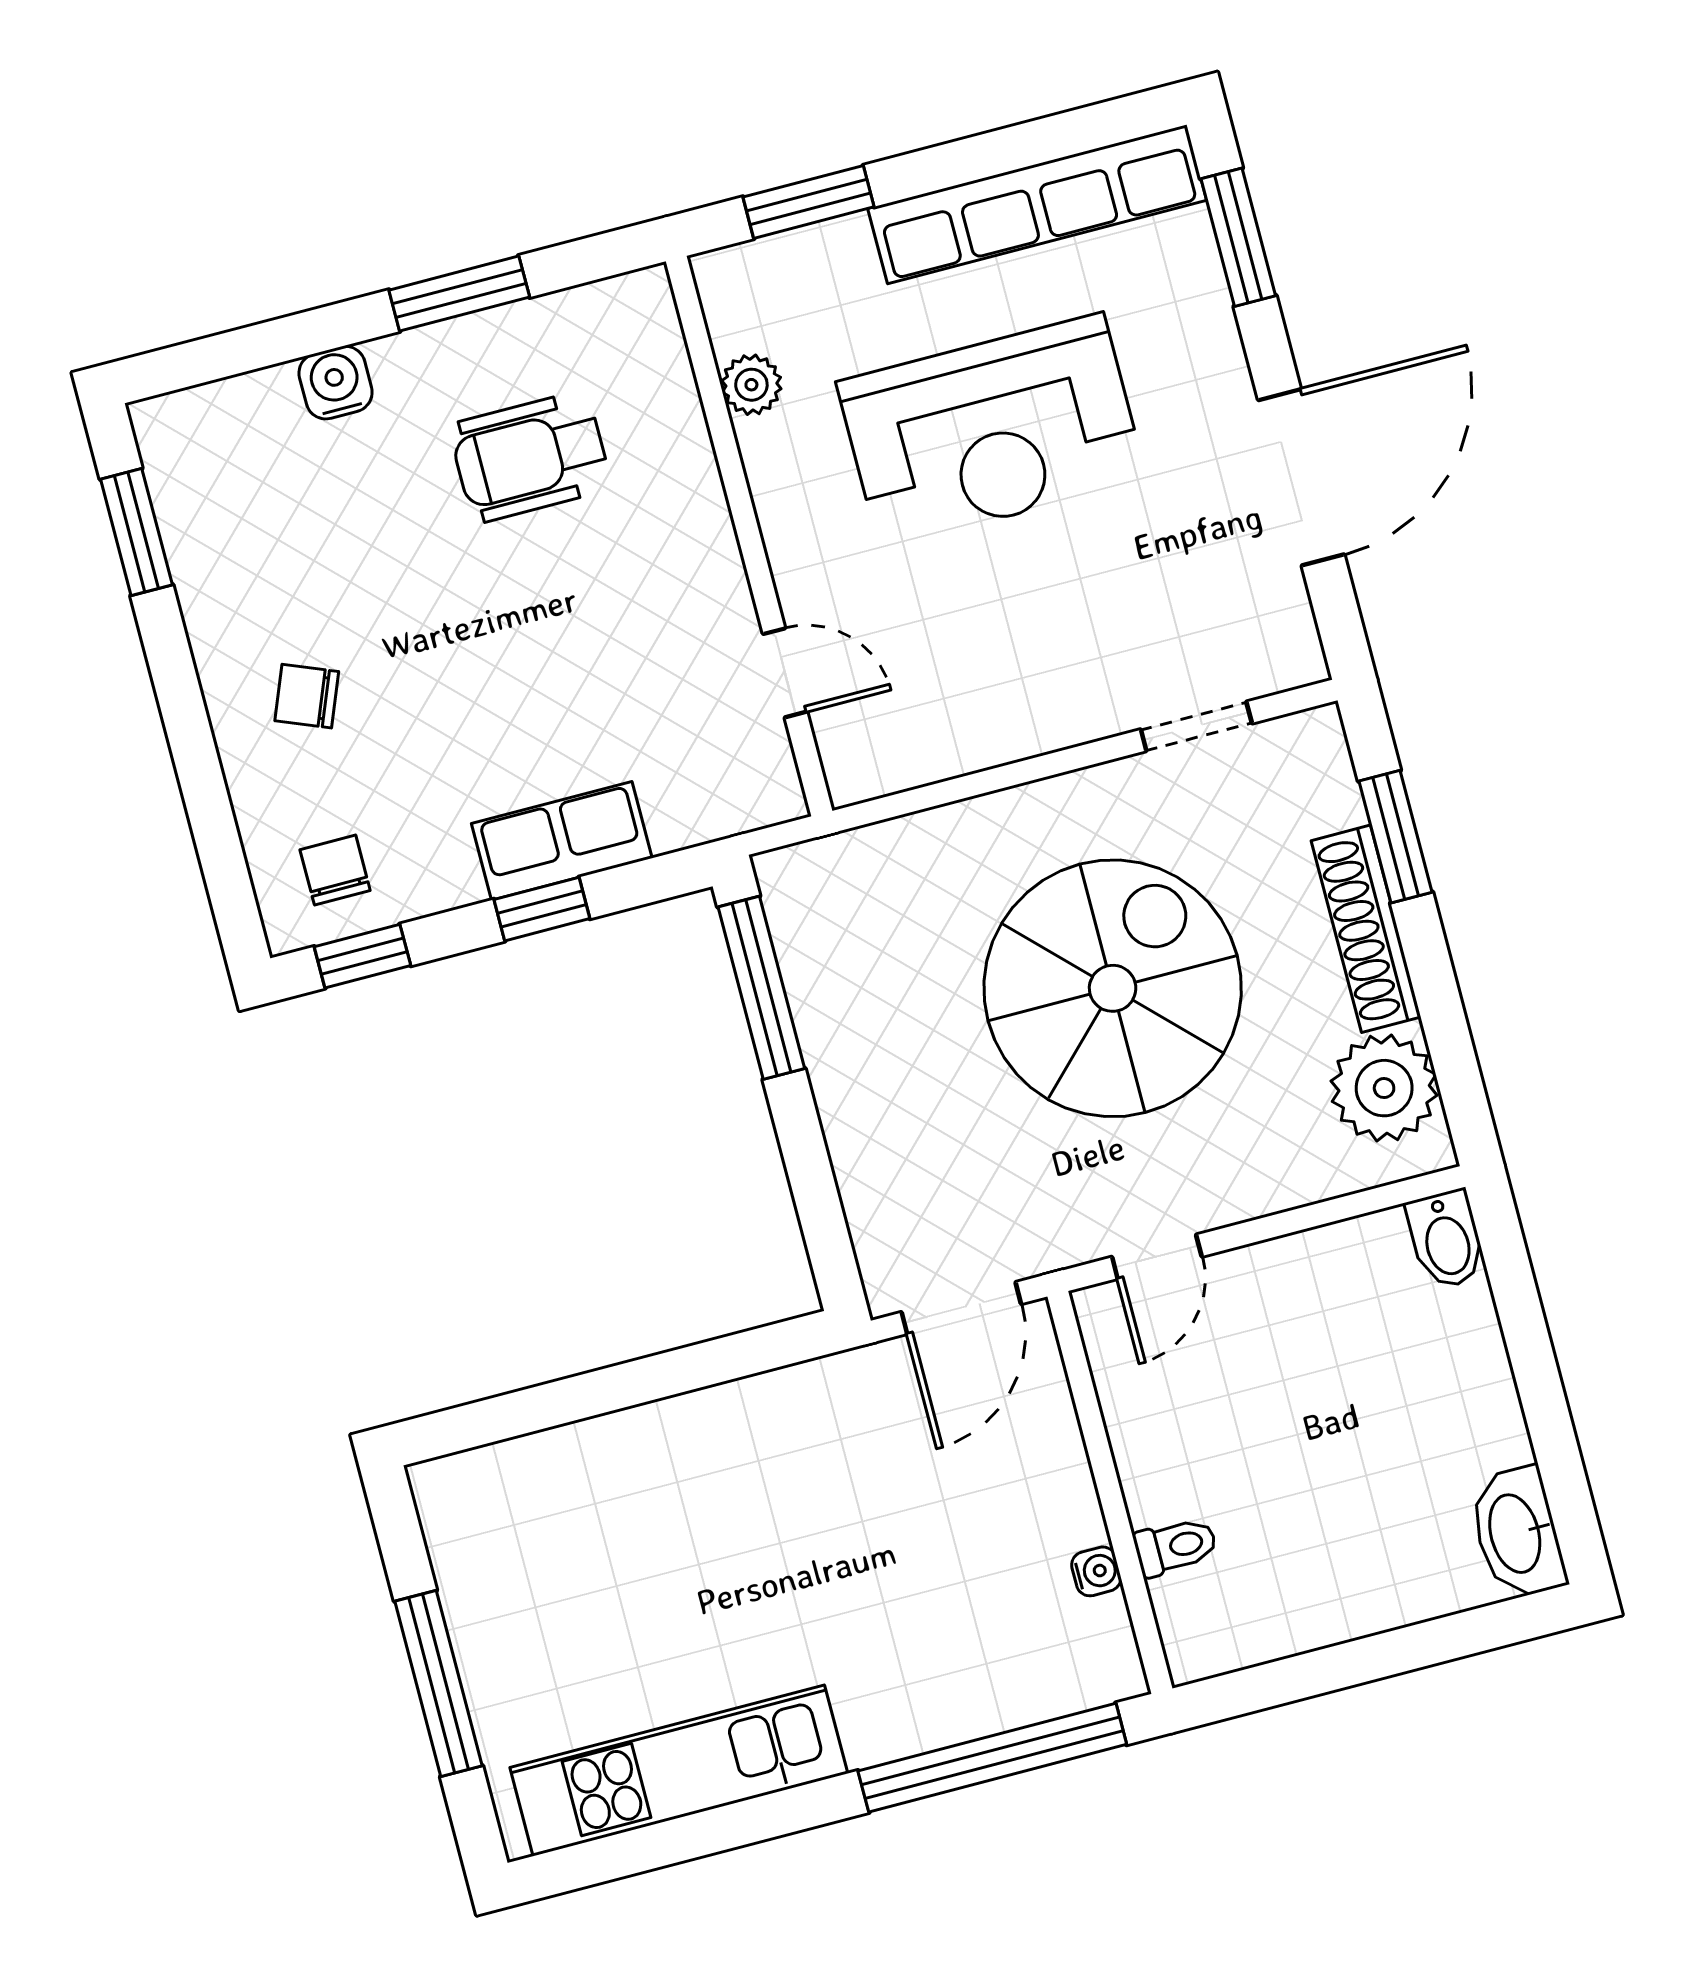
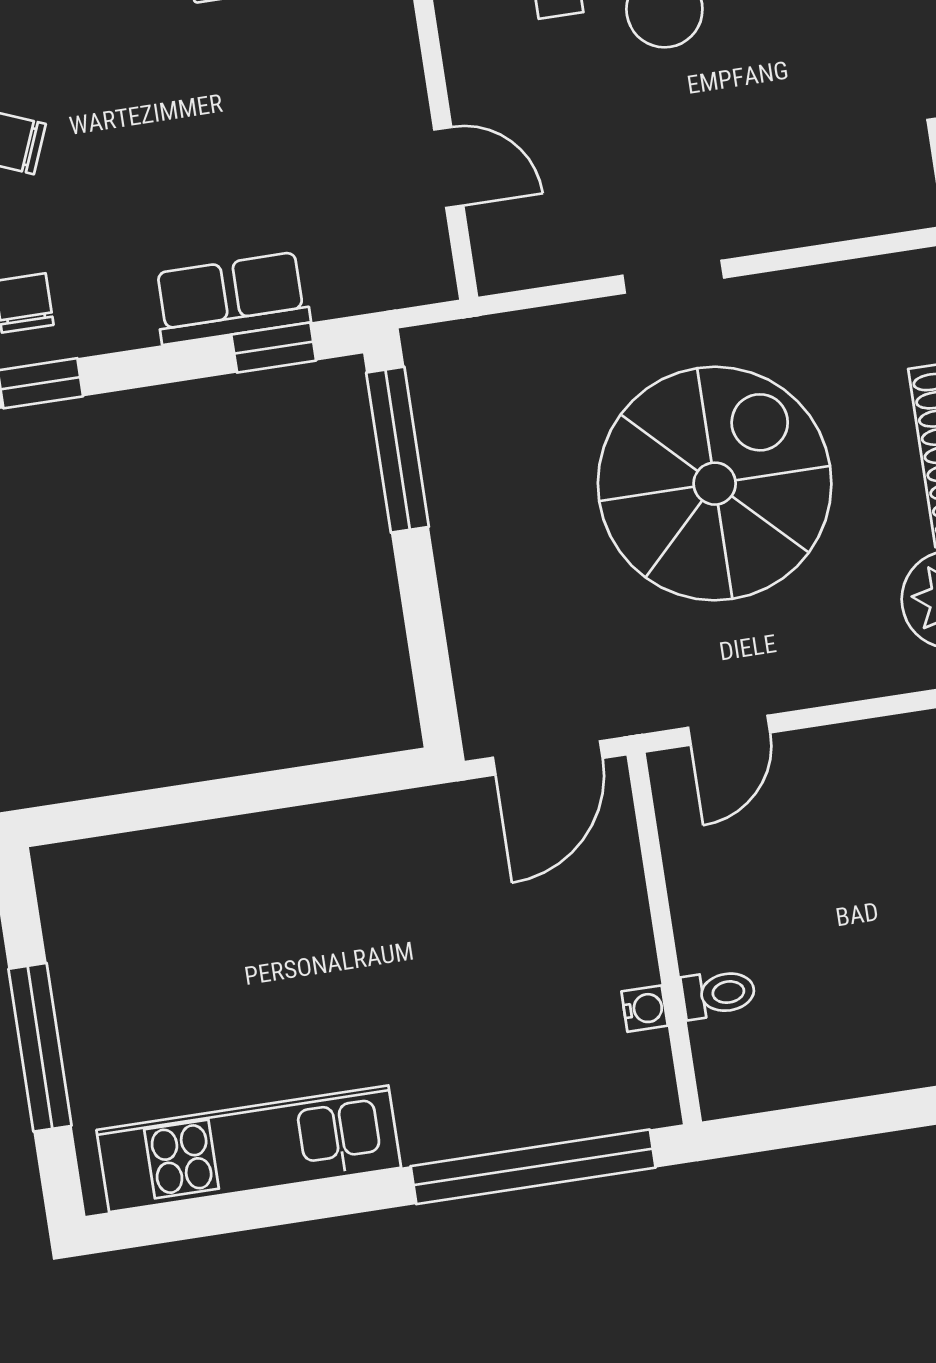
doorway: (1196, 726) -> (673, 277), moved
window: (542, 909) -> (274, 348), moved

